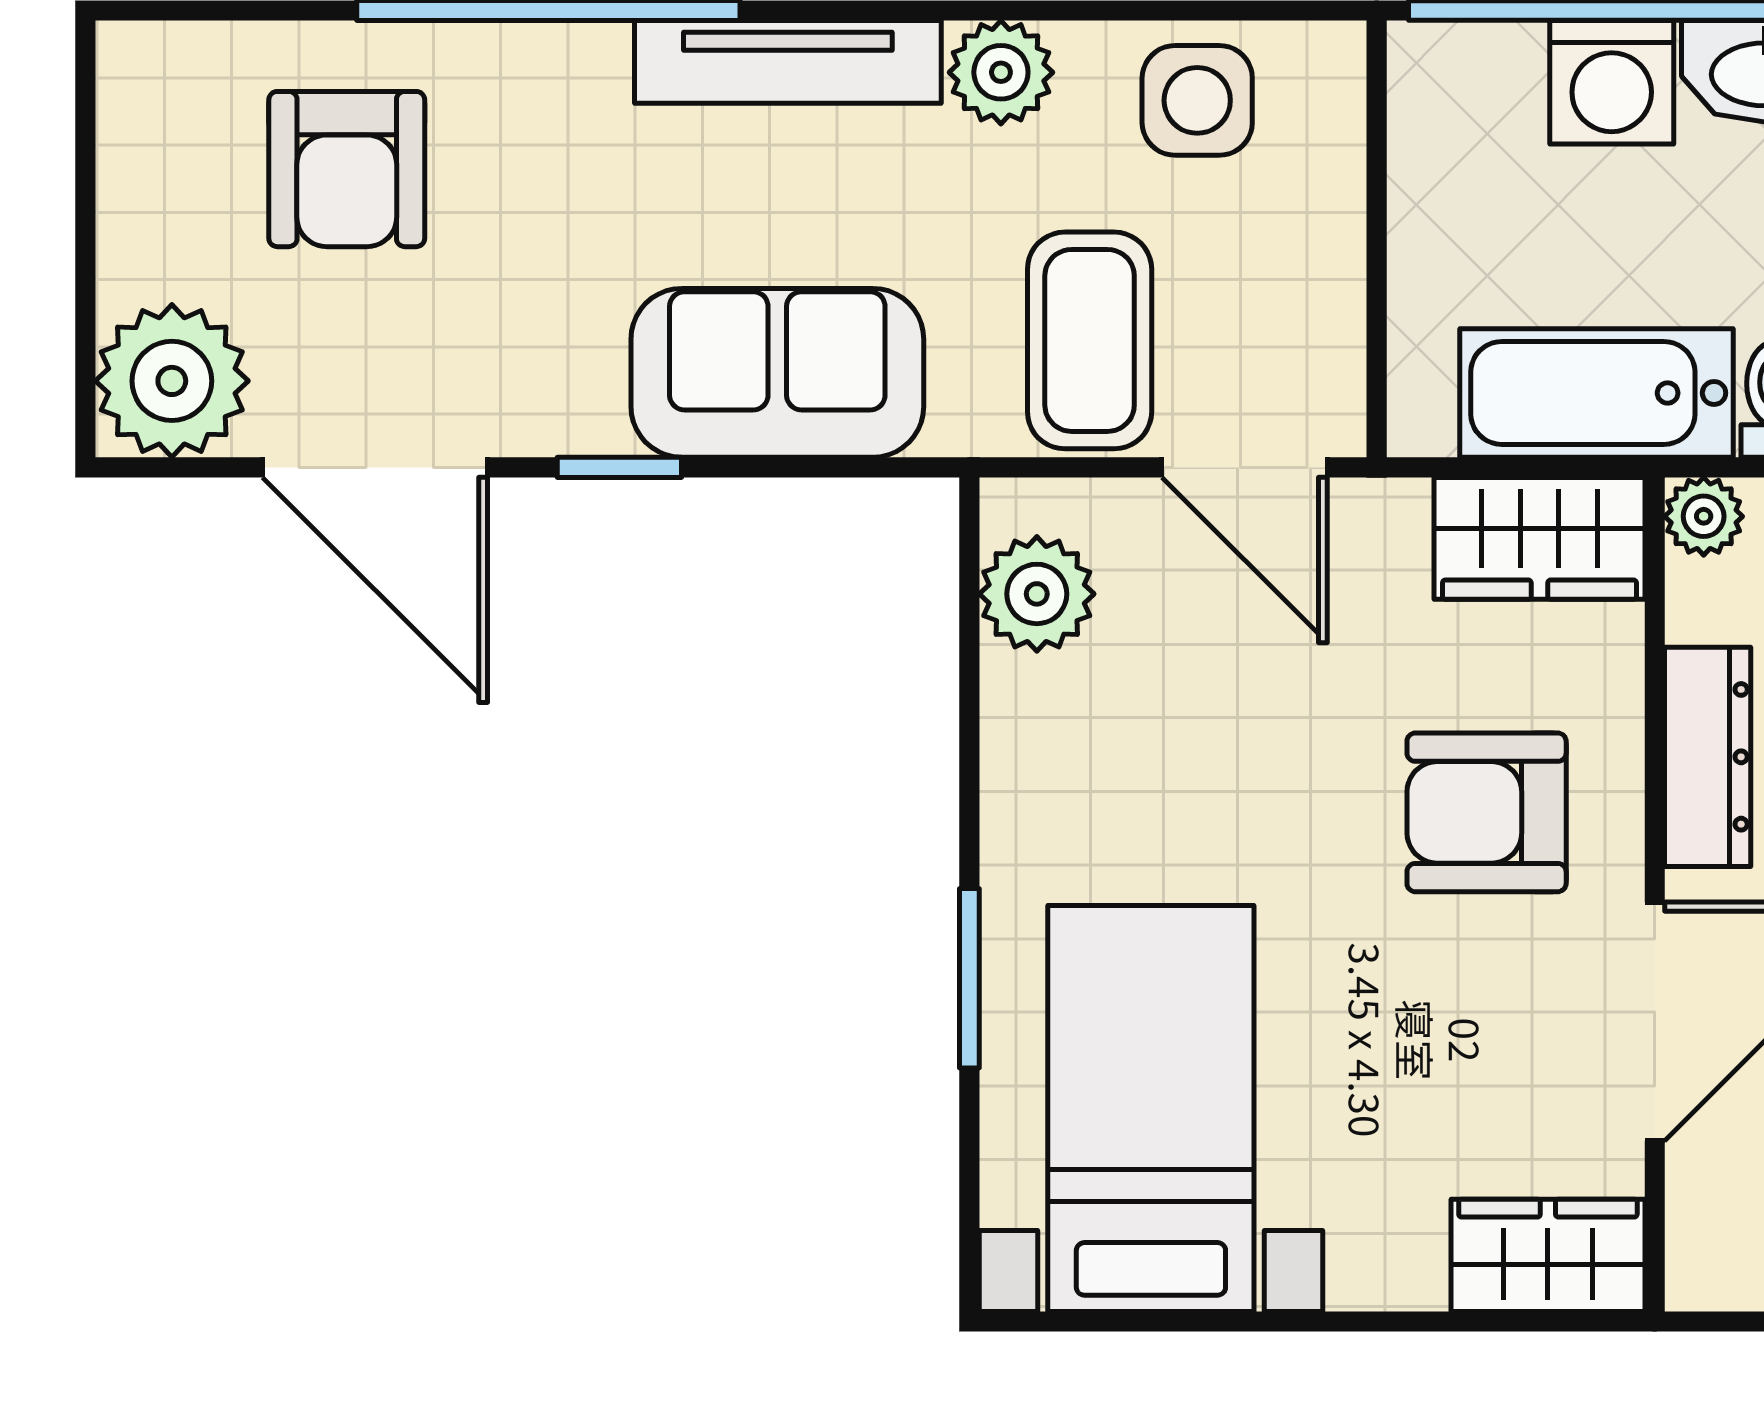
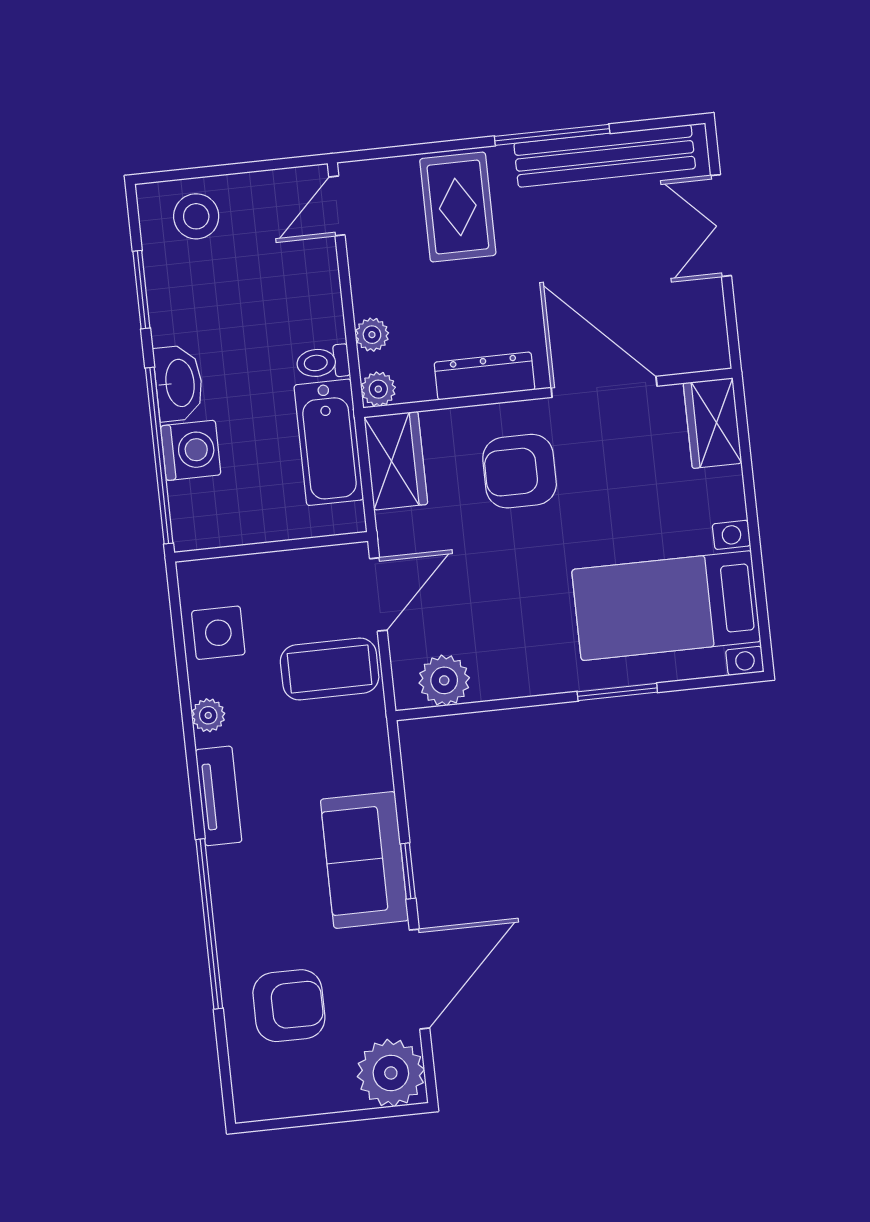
tv unit: (788, 62) -> (219, 796), width x0.71
plant: (1001, 72) -> (208, 715), width x0.73, depth x0.73
sofa: (777, 373) -> (364, 860), moved
armchair: (1487, 812) -> (520, 471), turned 90

